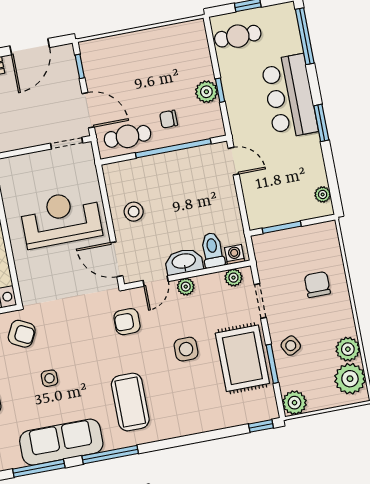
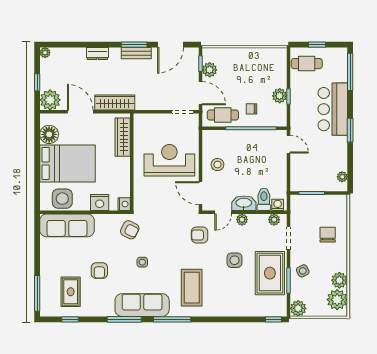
plant: (95, 73) -> (210, 70), added

